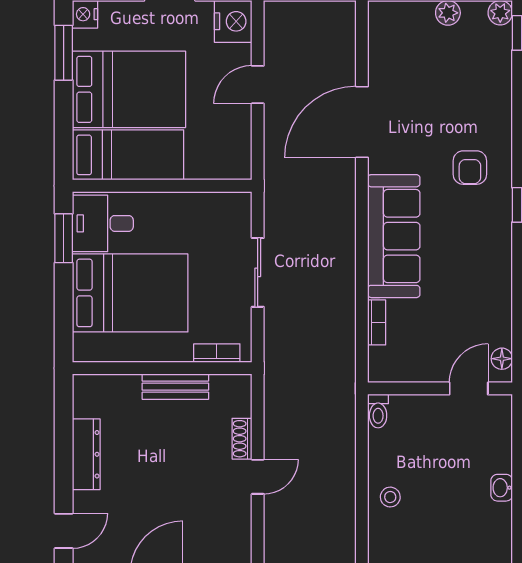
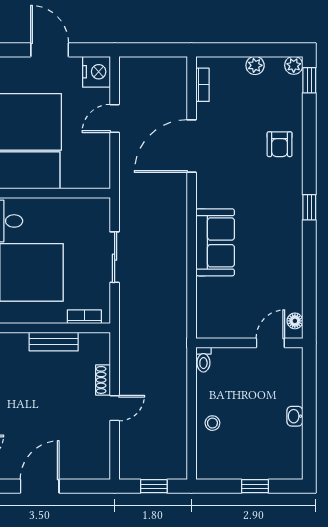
armchair: (470, 168) -> (280, 144), moved
sofa: (394, 236) -> (215, 242), width x0.73
bookcase: (377, 322) -> (202, 85), moved

